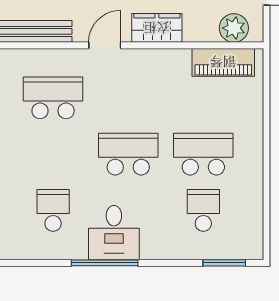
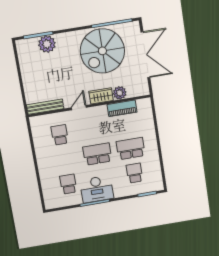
plant: (234, 28) -> (120, 93), moved
piano: (223, 62) -> (122, 108), moved
school desk: (53, 98) -> (60, 135), width x0.54
desk: (114, 233) -> (97, 189), width x1.37

